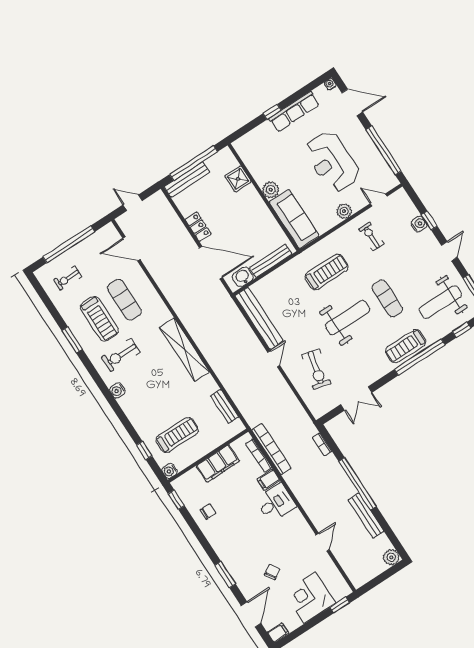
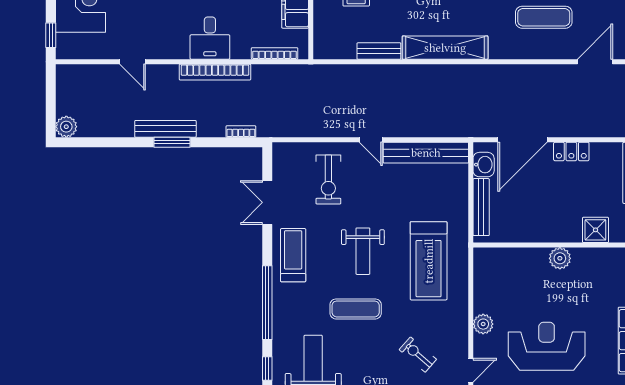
sofa: (294, 219) -> (510, 263), removed
exercise bike: (371, 236) -> (418, 355), moved, turned -139
treadmill: (327, 272) -> (429, 261), width x1.37, depth x1.38
weight bench: (348, 318) -> (363, 251), width x0.73, depth x0.75
treadmill: (406, 346) -> (293, 255), moved
exercise bike: (316, 369) -> (328, 179), turned -104
bench: (225, 406) -> (379, 51), moved
bookcase: (271, 449) -> (215, 72), moved
filing cabinet: (269, 480) -> (241, 47), removed
window: (357, 484) -> (172, 142), width x0.47
bench: (366, 516) -> (165, 129), moved

